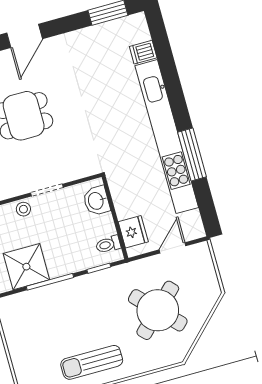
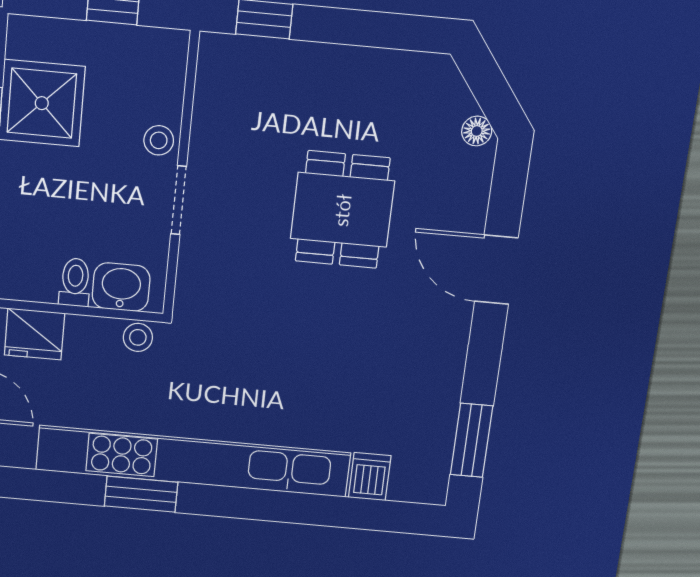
window: (192, 154) -> (141, 494), width x0.69
stool: (117, 184) -> (138, 337), added
toilet: (108, 244) -> (75, 282), moved

